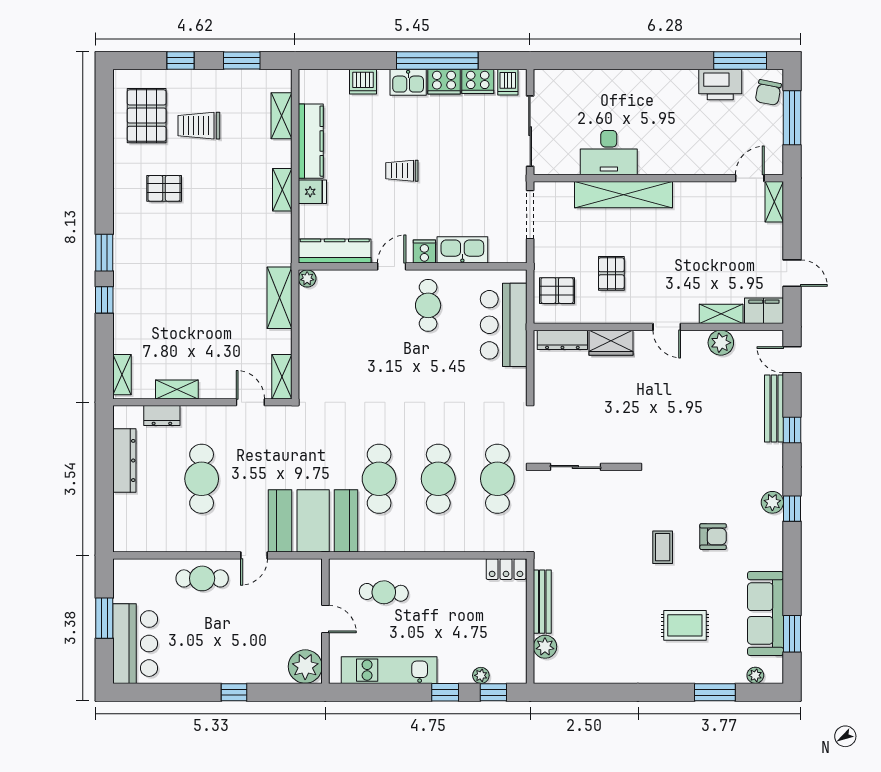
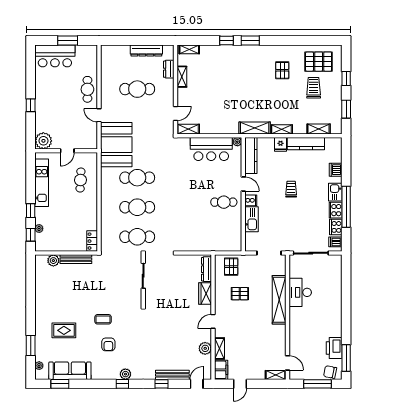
shelving: (280, 298) -> (255, 128), moved
bar counter: (504, 325) -> (211, 149), moved, turned 180
rug: (685, 625) -> (64, 330), turned 90

